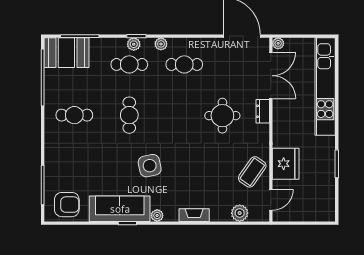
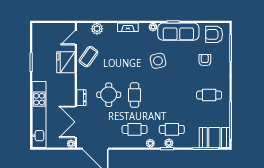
cafe table: (129, 115) -> (135, 95), moved
armchair: (81, 167) -> (205, 60), added

